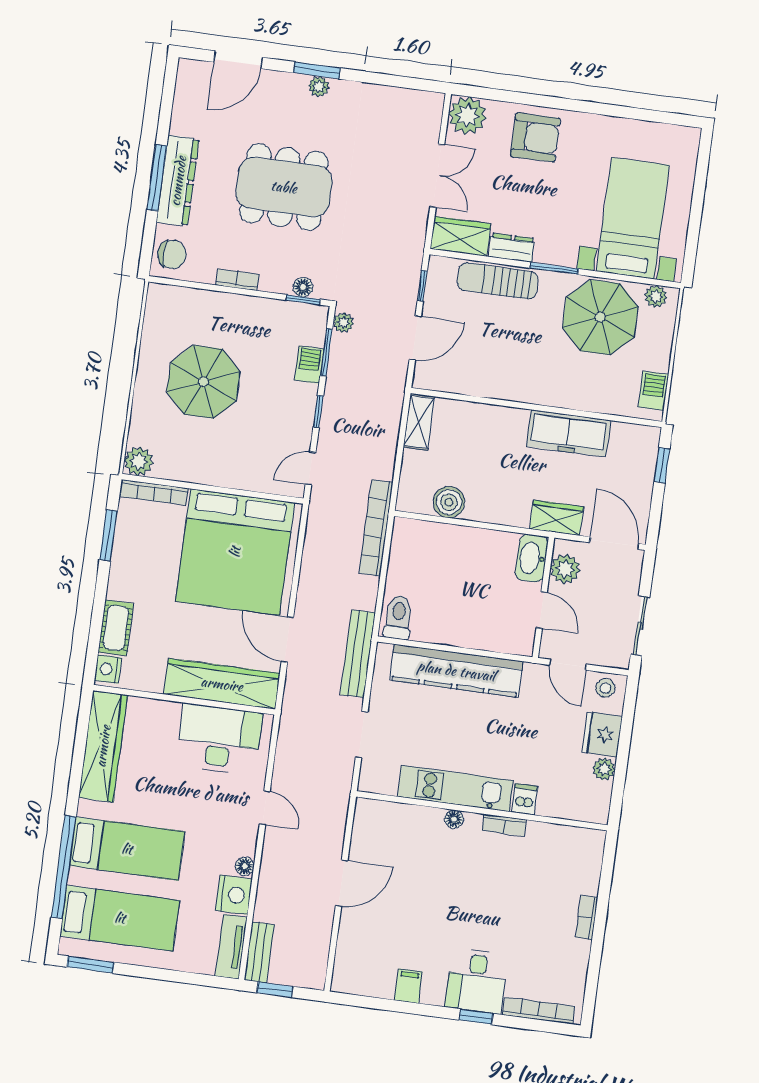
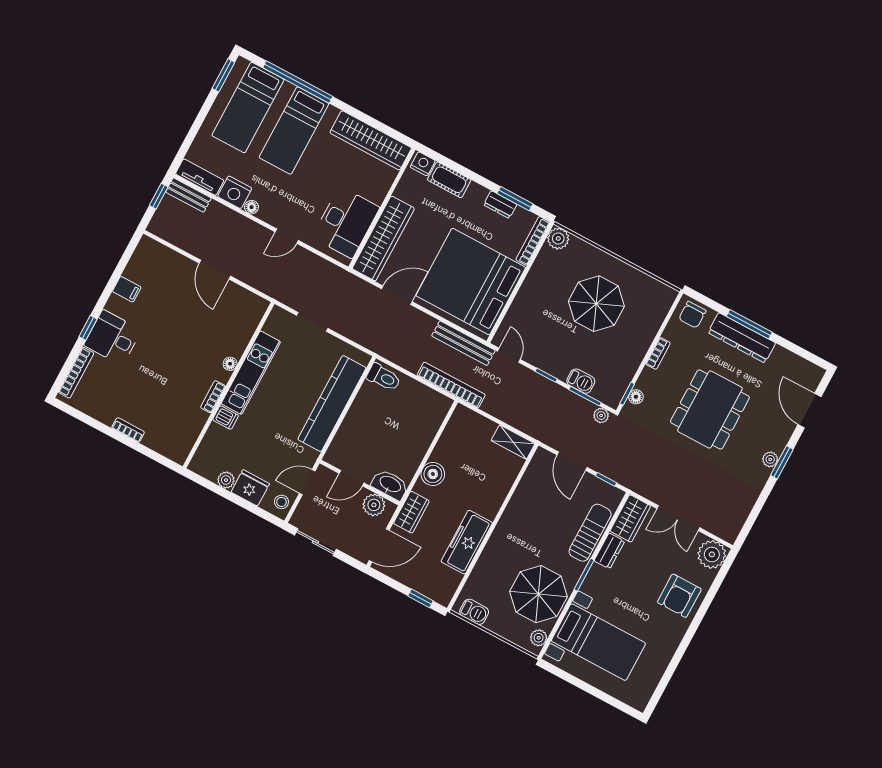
boiler: (449, 502) -> (433, 474), moved
dresser: (123, 551) -> (500, 205), added
bench: (358, 654) -> (463, 343), moved

